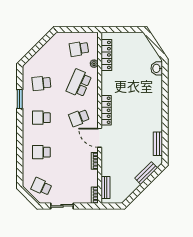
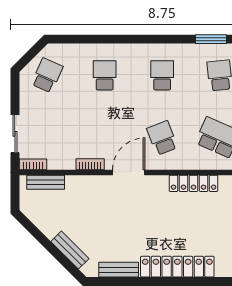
window: (20, 99) -> (211, 39), moved
locker: (156, 109) -> (177, 267), added
locker: (106, 110) -> (194, 183), moved
sliding door: (62, 206) -> (15, 134), moved

